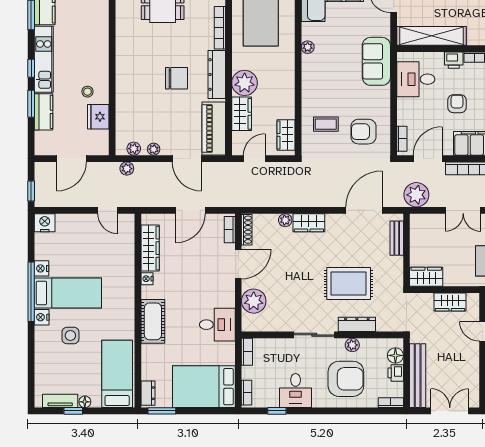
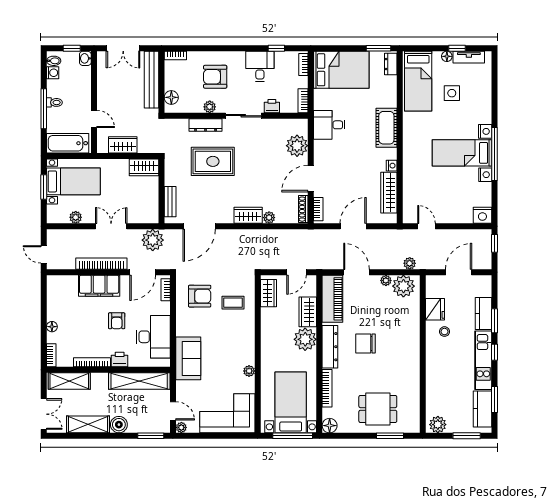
desk: (416, 79) -> (153, 337), width x1.37
plant: (134, 149) -> (403, 286), width x1.87, depth x1.87
side table: (70, 335) -> (452, 93), moved
printer: (396, 373) -> (272, 106), moved, turned -90
armchair: (346, 379) -> (215, 77), width x0.73, depth x0.73

